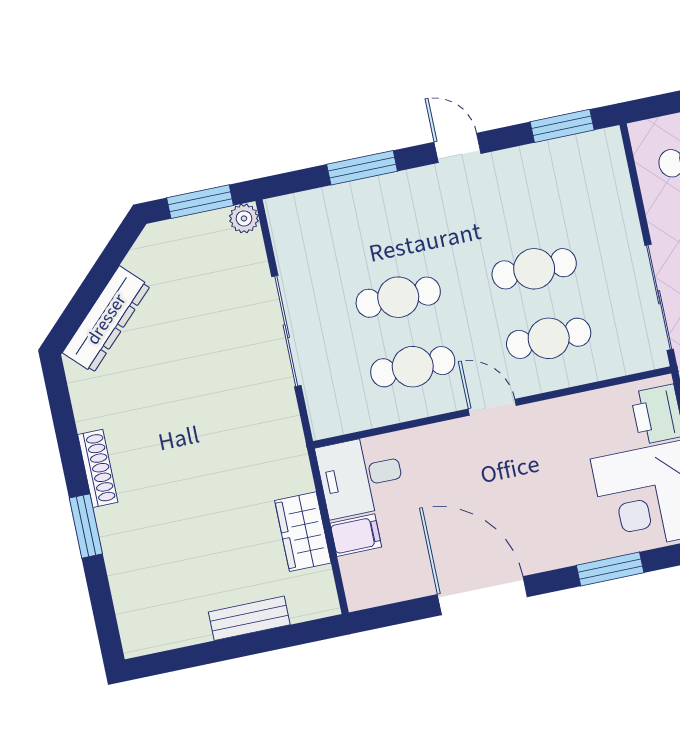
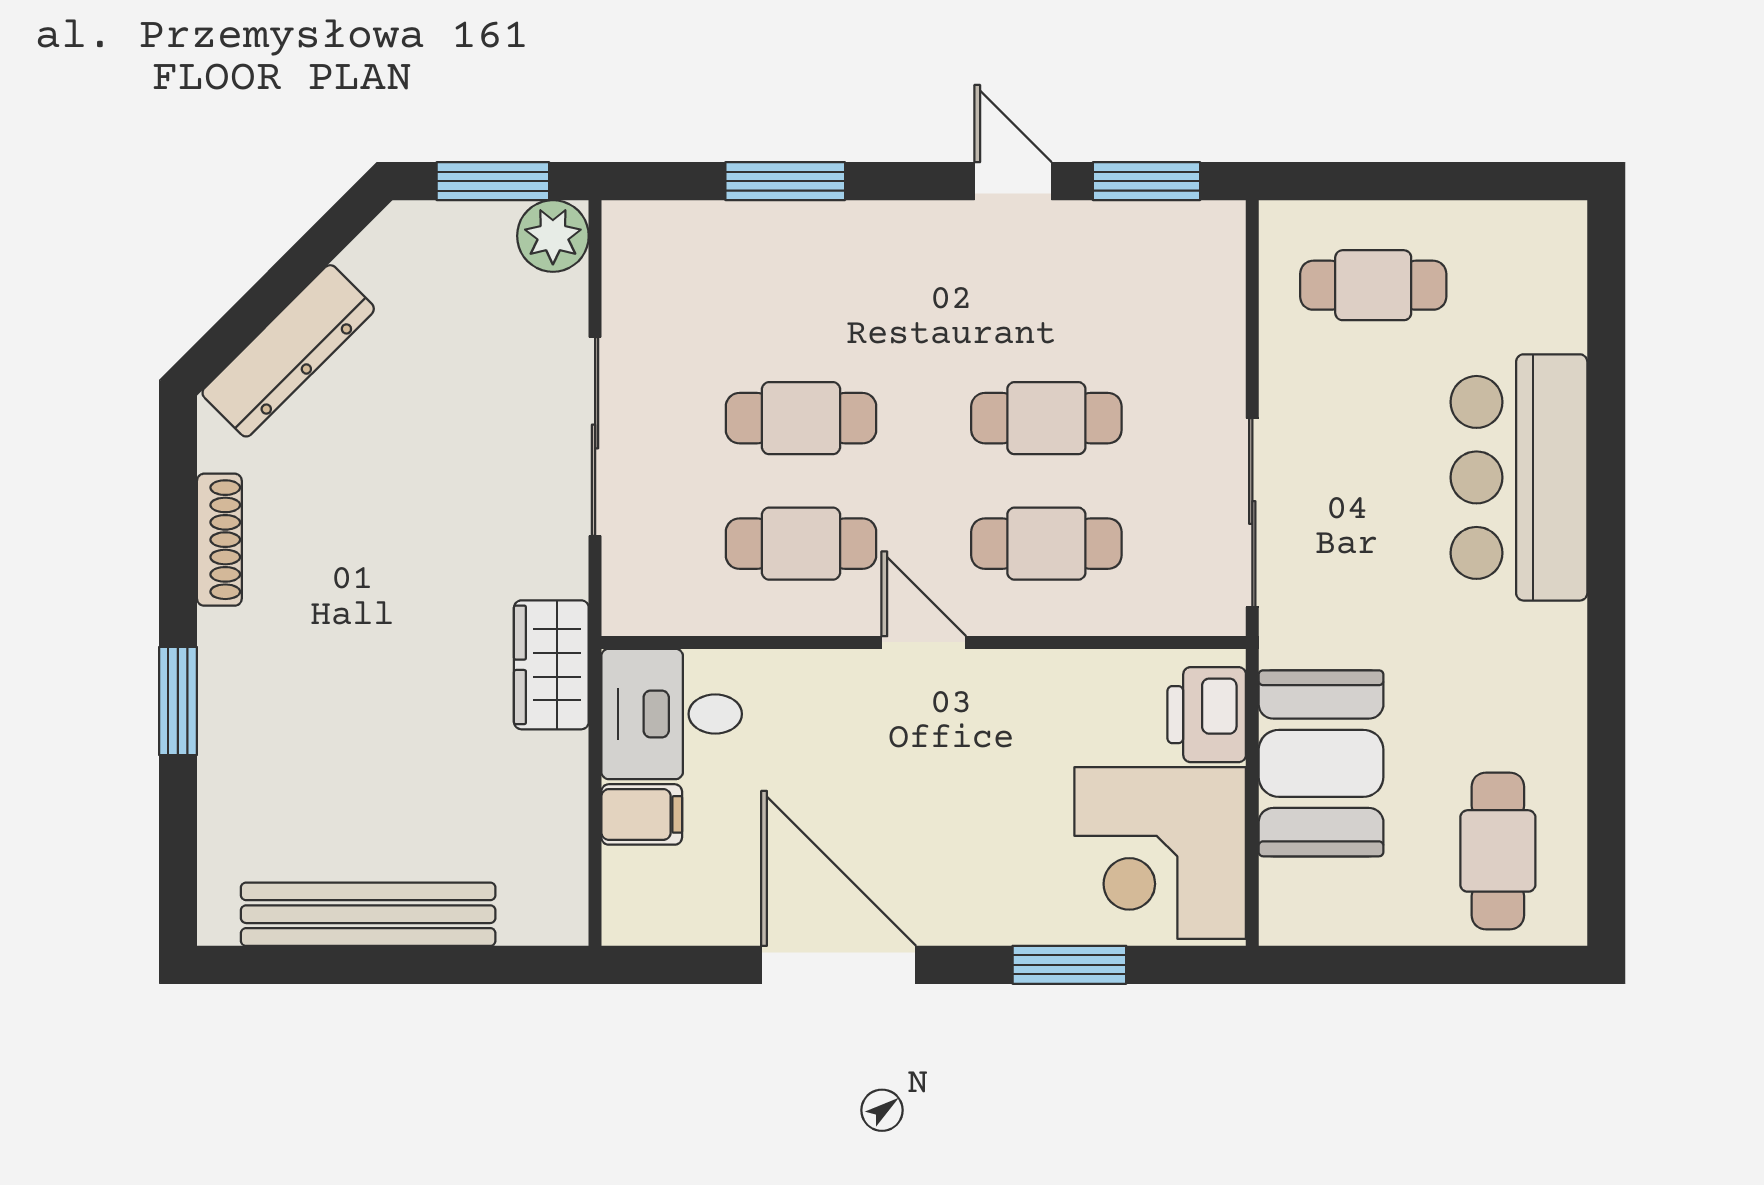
door: (457, 148) -> (1013, 181), moved
plant: (244, 218) -> (553, 236), width x1.38, depth x1.38
shoe rack: (98, 468) -> (219, 540), moved
wardrobe: (303, 532) -> (551, 665), moved
bench: (249, 618) -> (368, 914), width x1.86, depth x1.21

